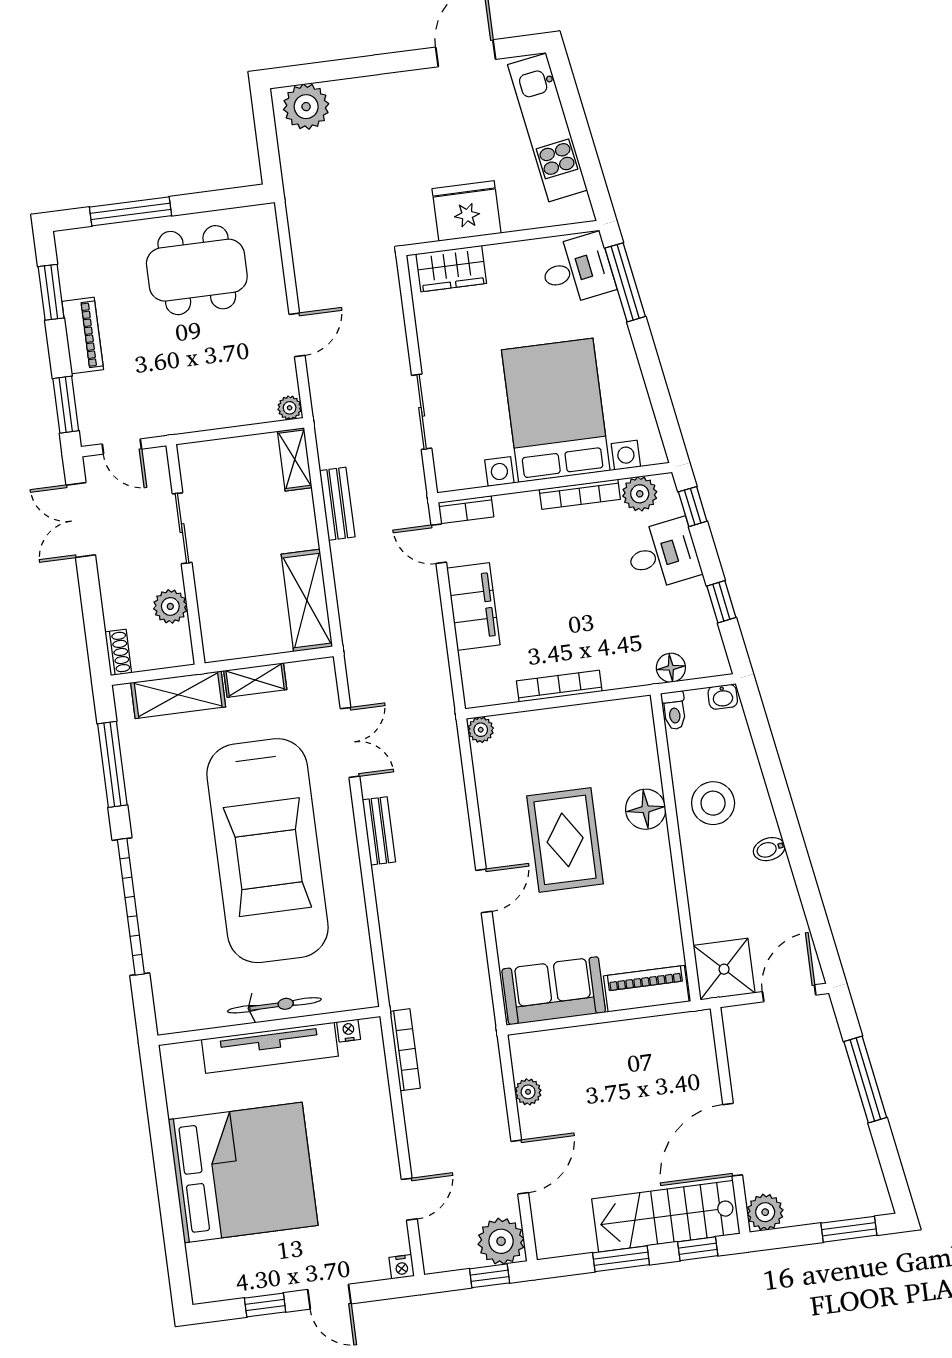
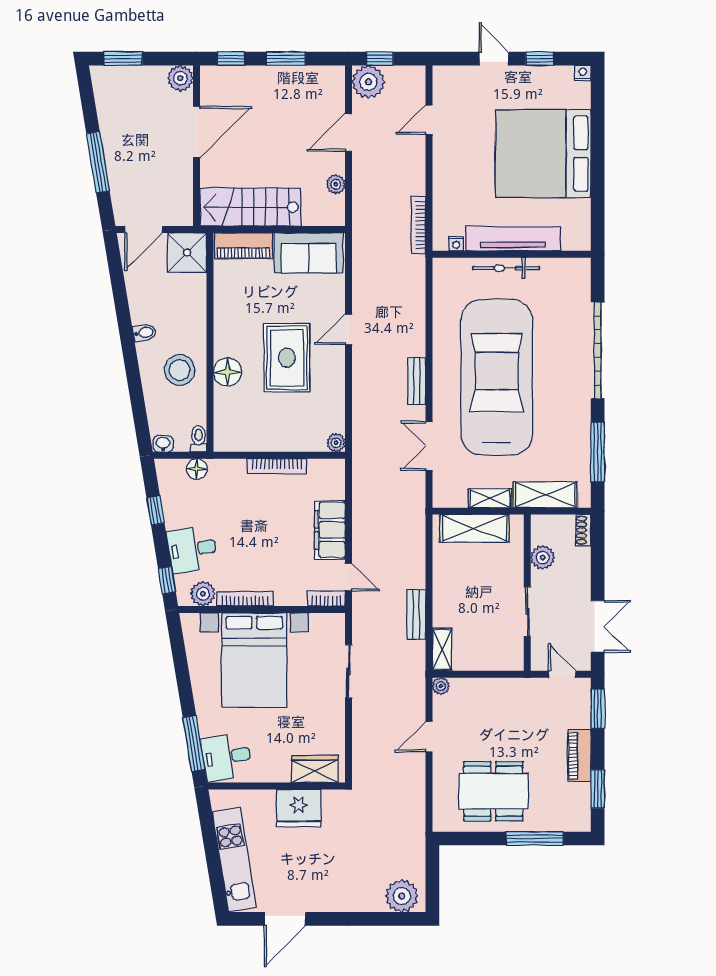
shelving: (307, 600) -> (475, 528), moved, turned 90
stairs: (666, 1216) -> (250, 207), moved, turned 180
nightstand: (402, 1267) -> (583, 73), moved

